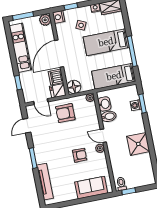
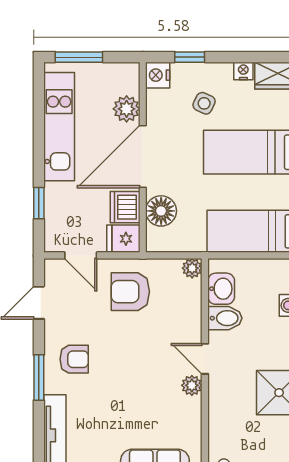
plant: (45, 20) -> (127, 109), moved
floor lamp: (74, 87) -> (161, 211), moved
armchair: (80, 155) -> (74, 359), moved

